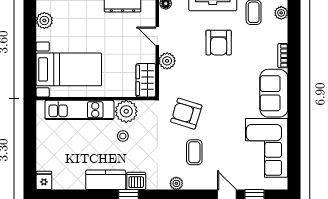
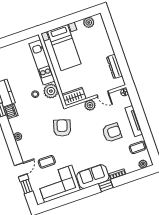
door: (157, 36) -> (103, 94), swing flipped
armchair: (219, 43) -> (112, 133), turned 180
window: (294, 78) -> (106, 186), added
coffee table: (194, 152) -> (47, 162), moved

